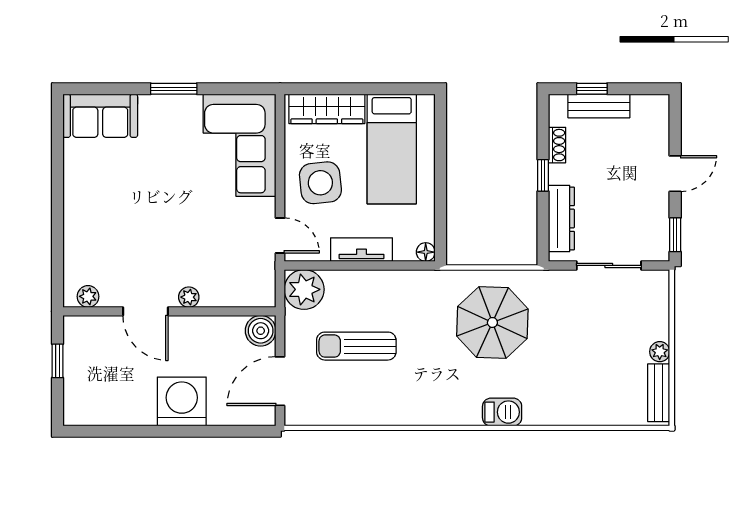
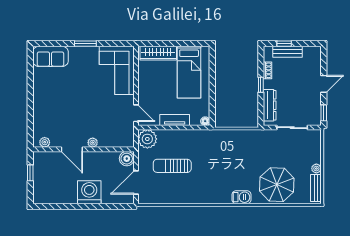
side table: (320, 183) -> (155, 88), removed
parasol: (492, 322) -> (277, 185), moved

